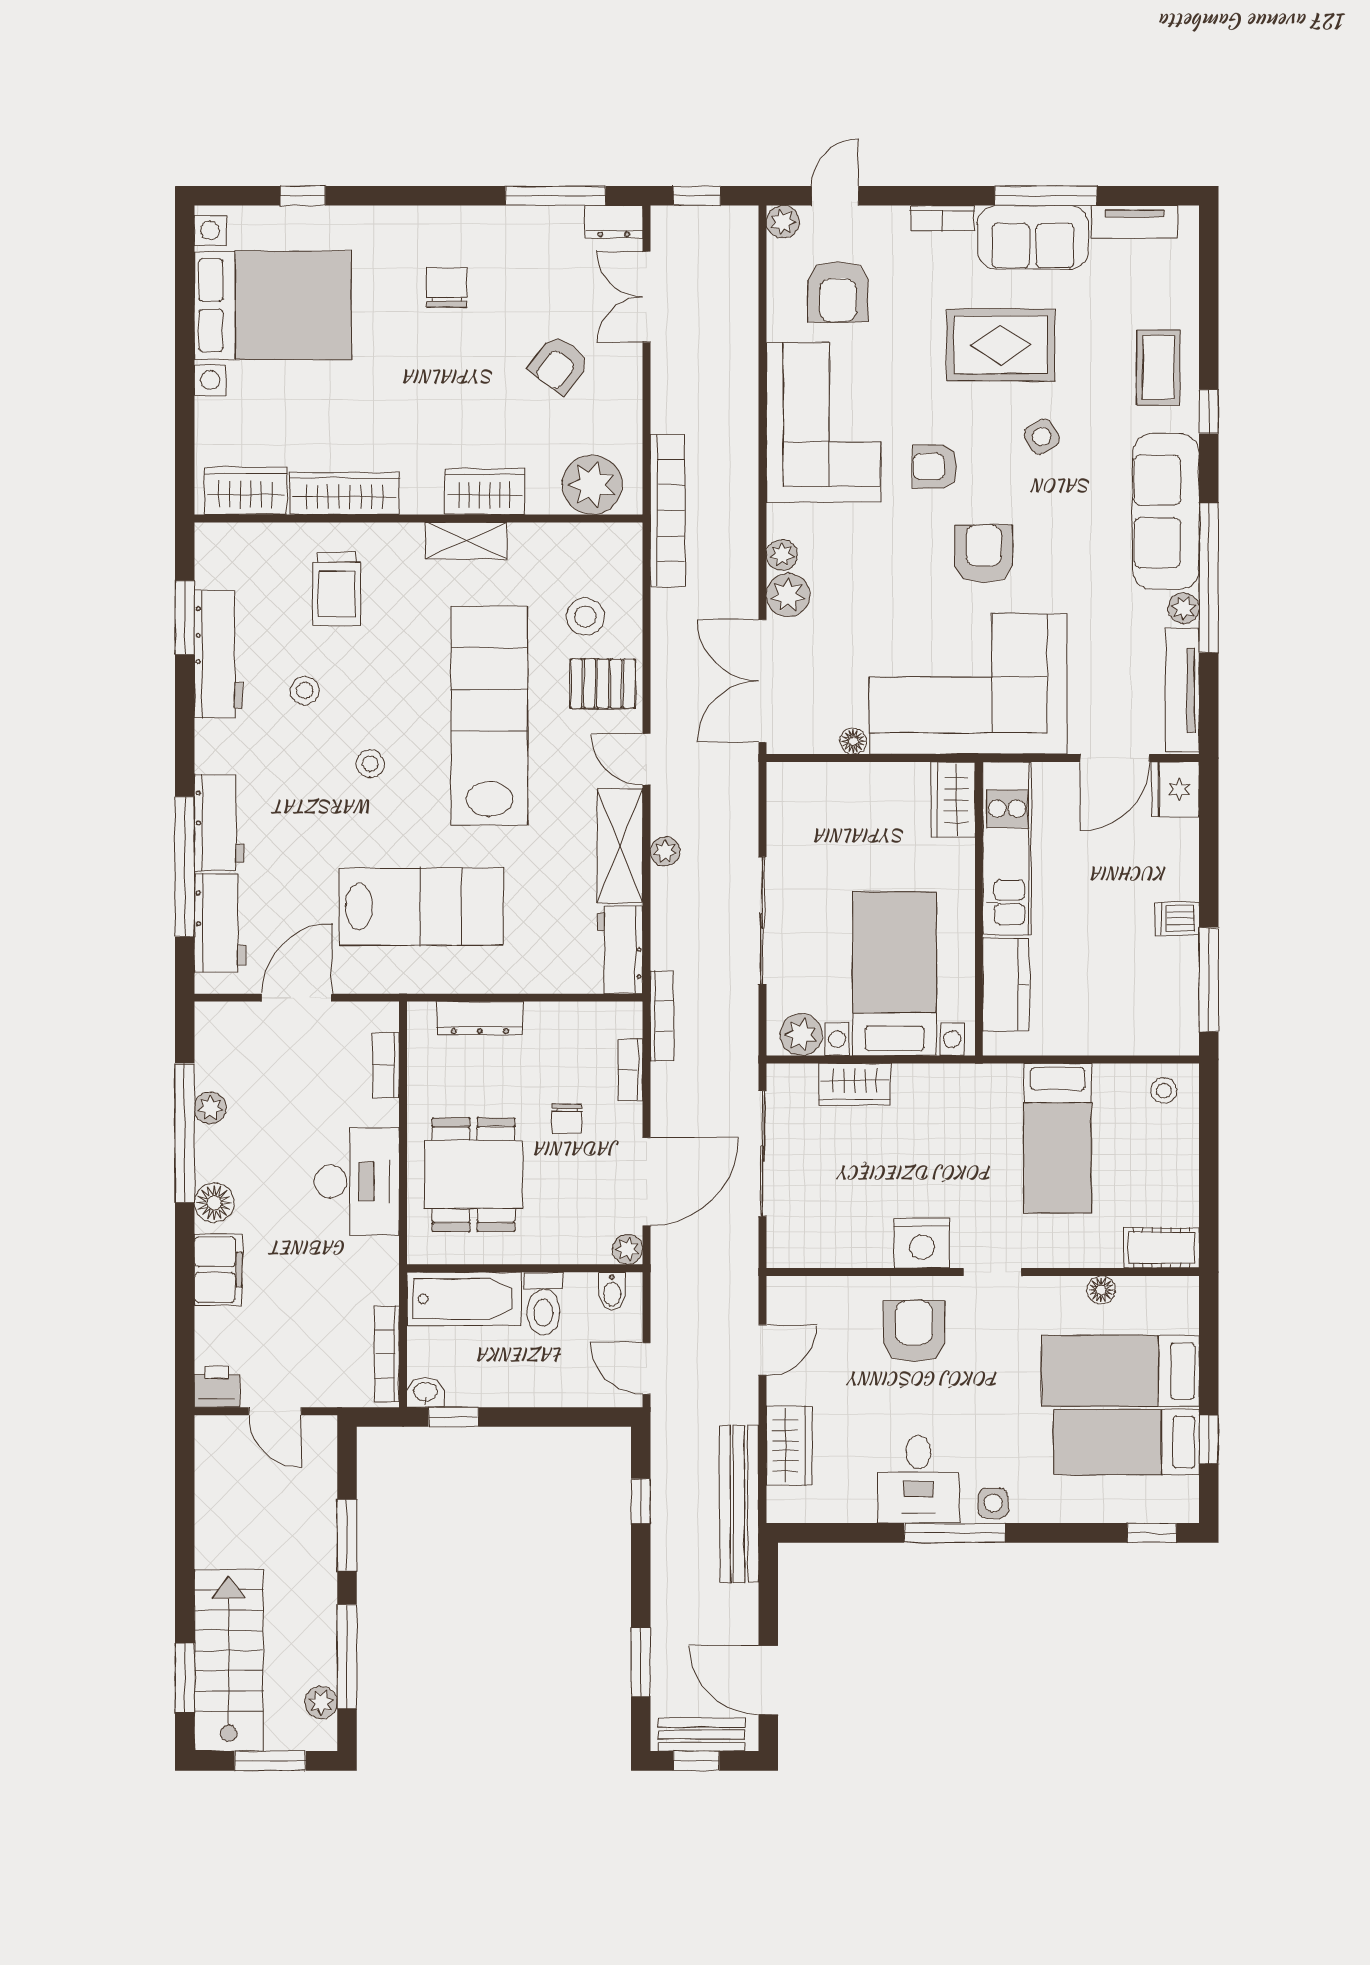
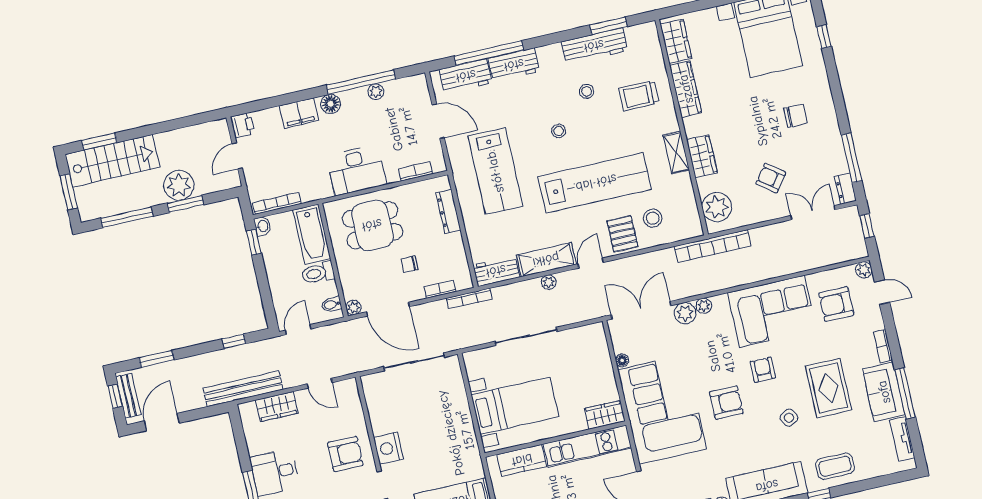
plant: (801, 1035) -> (475, 367), removed
wardrobe: (855, 1084) -> (457, 399), removed
plant: (321, 1702) -> (179, 185), moved, width x1.88, depth x1.88

